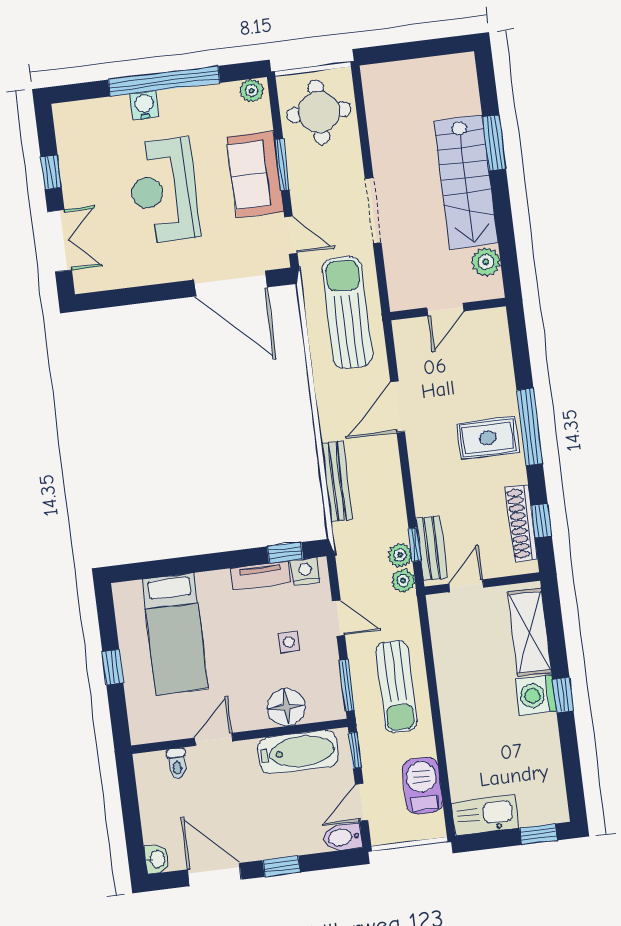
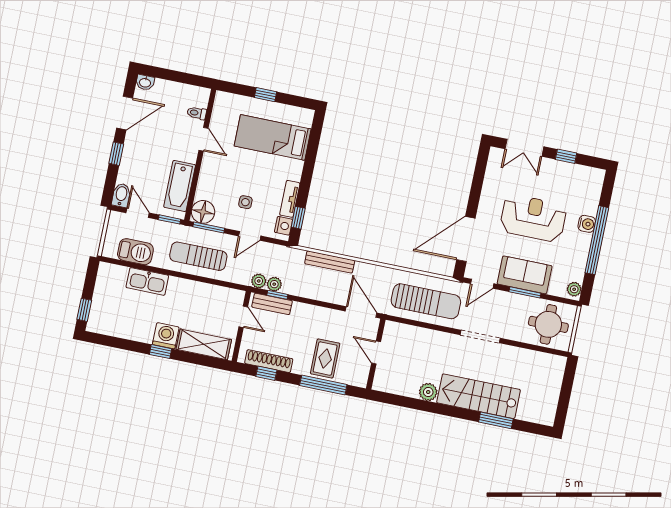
door: (445, 309) -> (376, 352), moved
wall: (448, 309) -> (376, 354), moved
floor lamp: (286, 707) -> (203, 212), moved
kitchen sink: (485, 815) -> (147, 281), moved, turned 90

